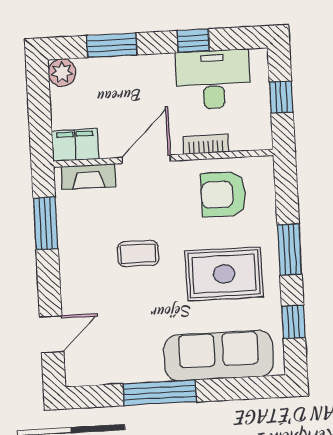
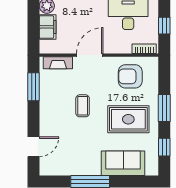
bookcase: (206, 144) -> (144, 49), moved
filing cabinet: (75, 145) -> (48, 27), moved, turned 90
coffee table: (138, 254) -> (83, 106), turned 90
sofa: (219, 356) -> (123, 163), width x0.73

